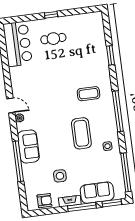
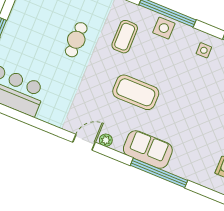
cafe table: (53, 39) -> (76, 40), moved
coffee table: (81, 133) -> (136, 92), moved
side table: (60, 176) -> (164, 28), moved

